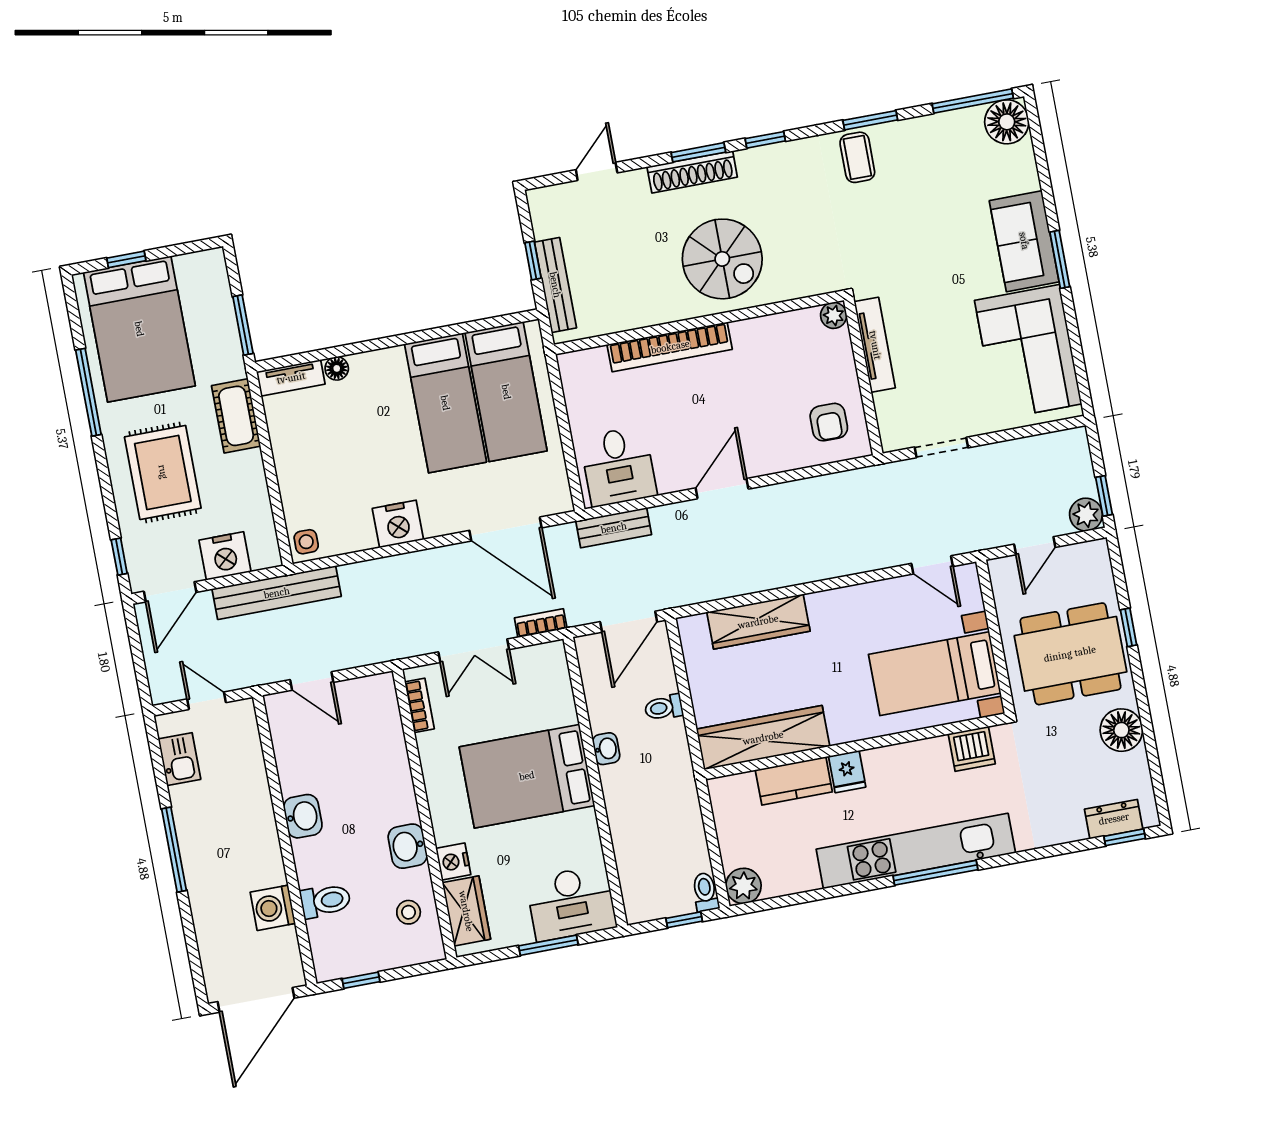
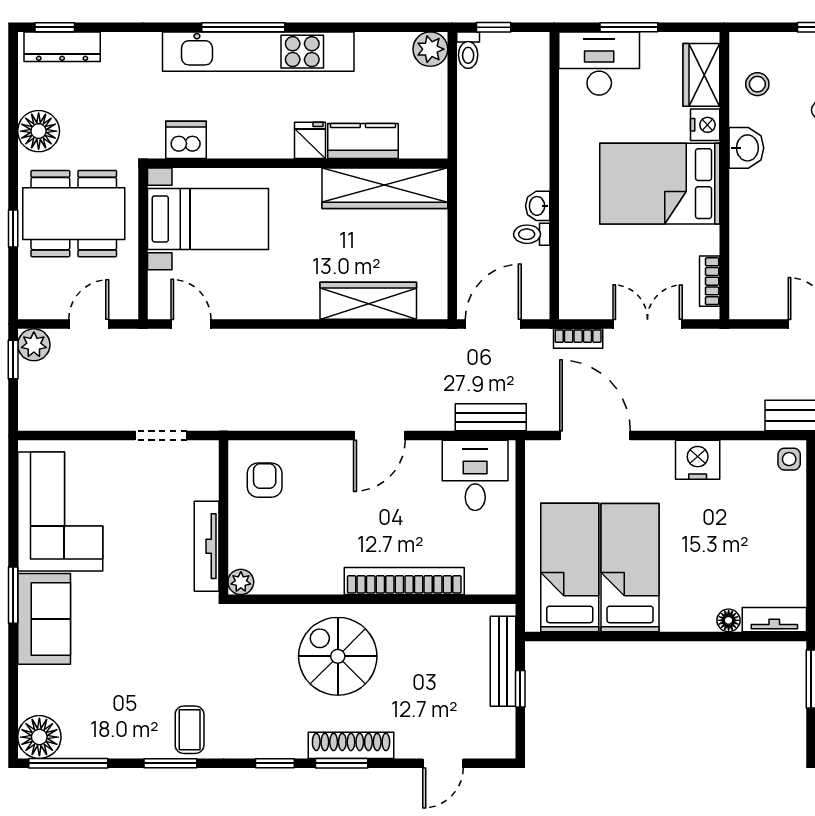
toilet: (664, 707) -> (532, 234), moved, turned 180
bed: (527, 776) -> (660, 184), moved, turned 180
dresser: (1114, 819) -> (62, 47), width x1.44

